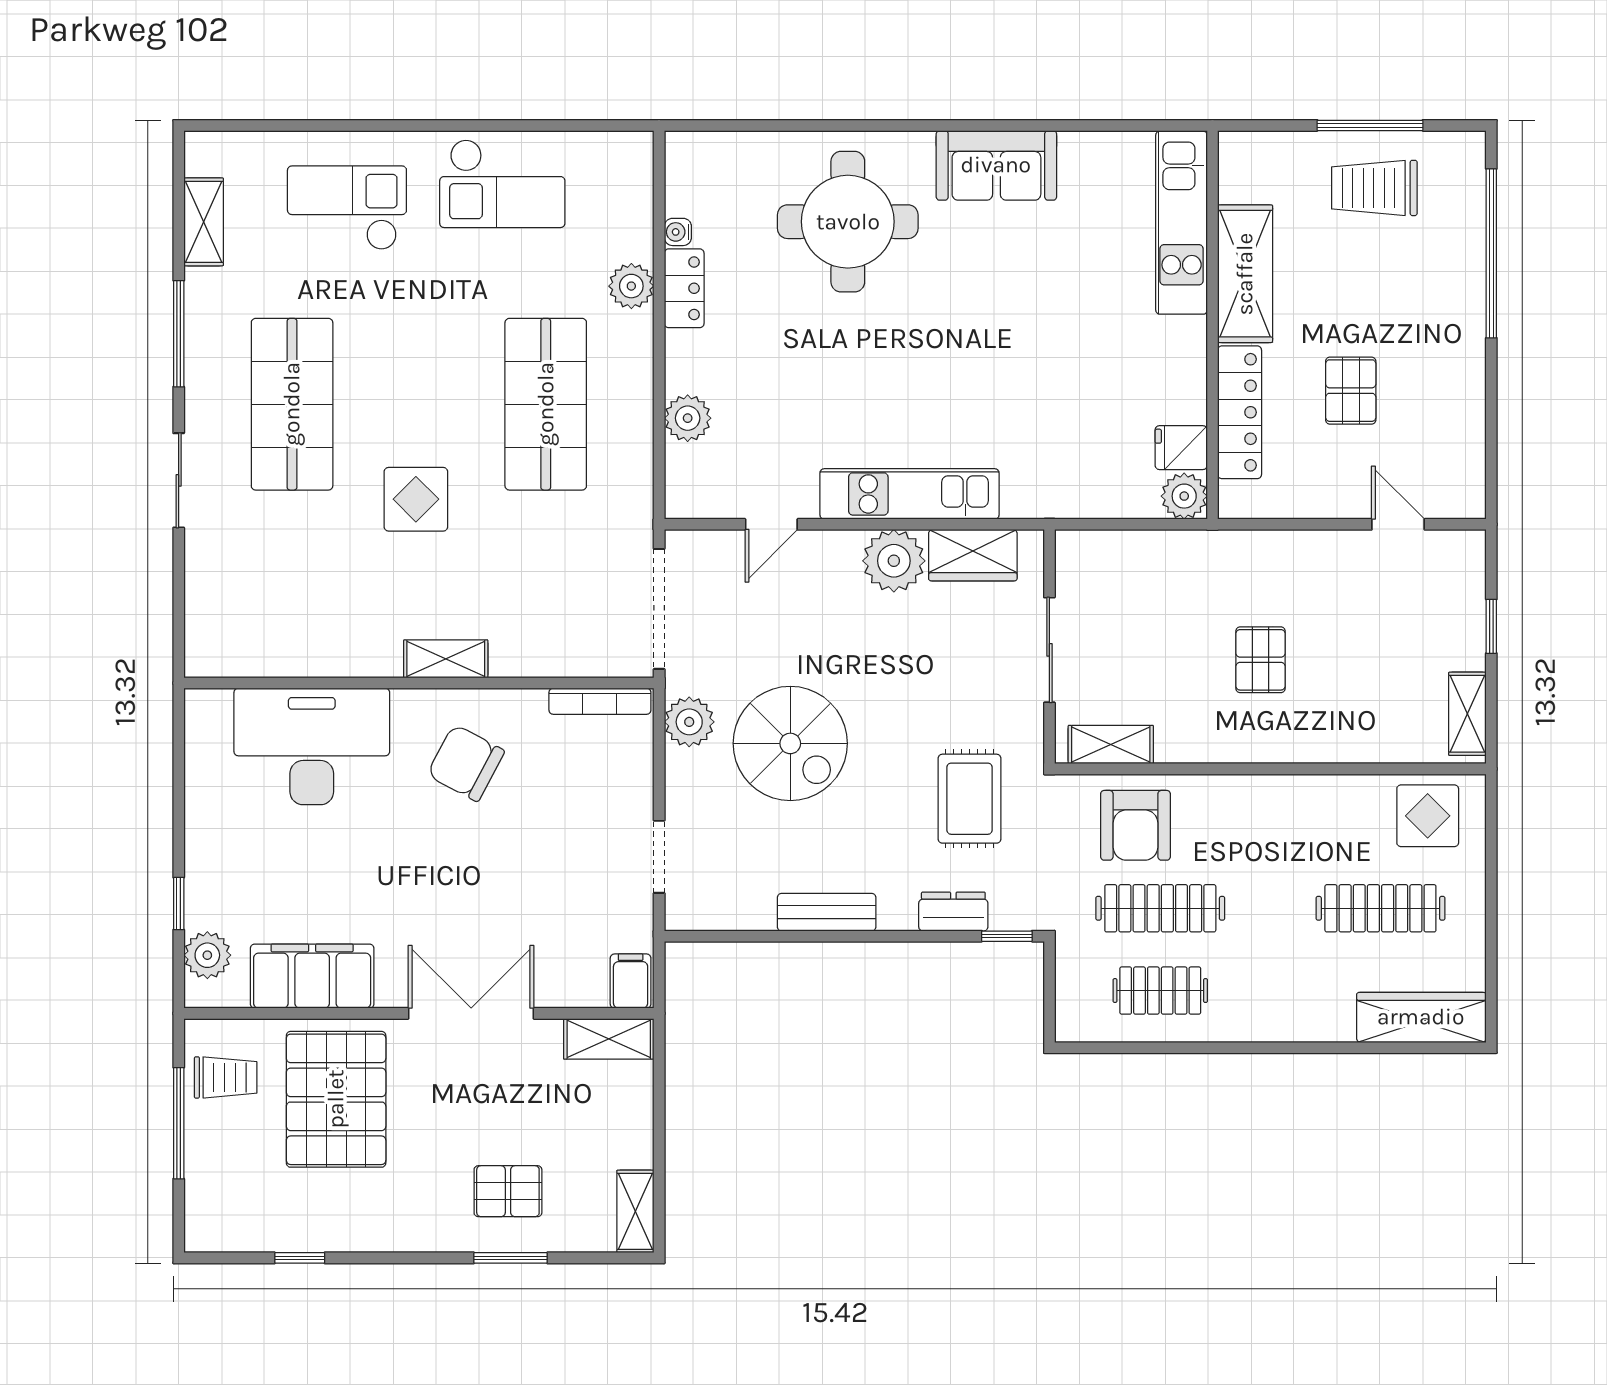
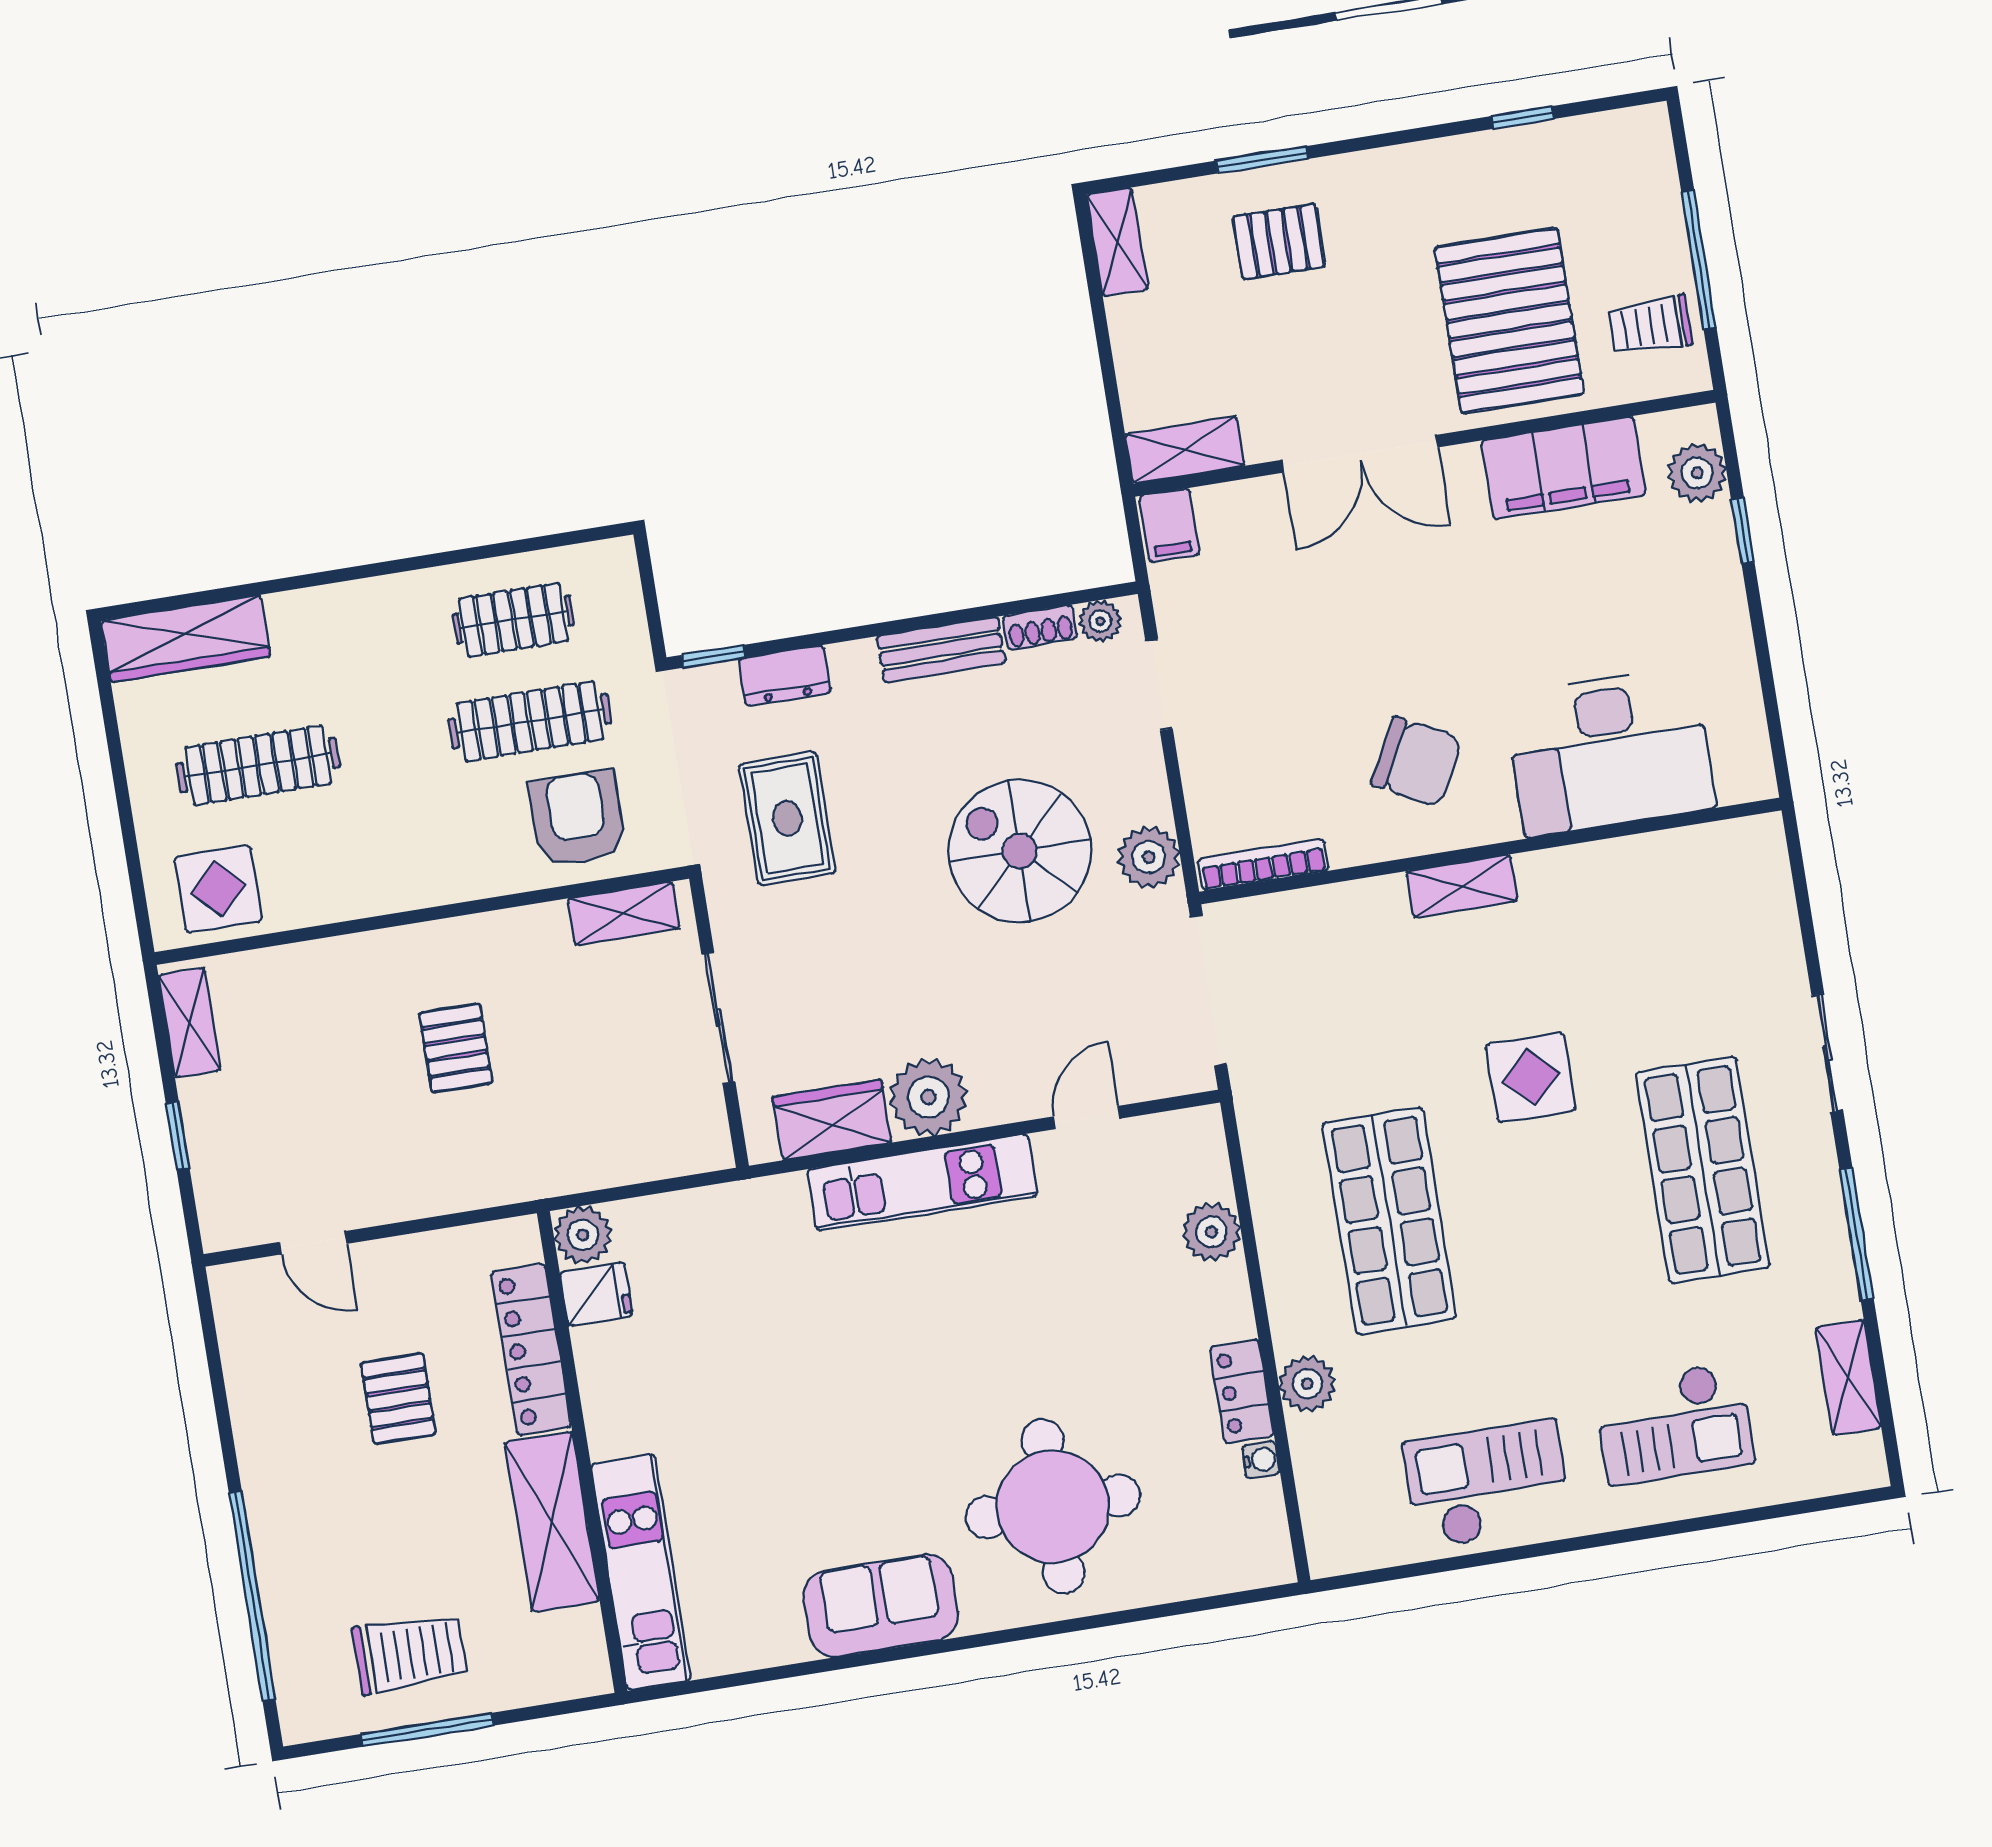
plant: (697, 914) -> (1100, 621), added
shoe rack: (746, 917) -> (1040, 627), added

